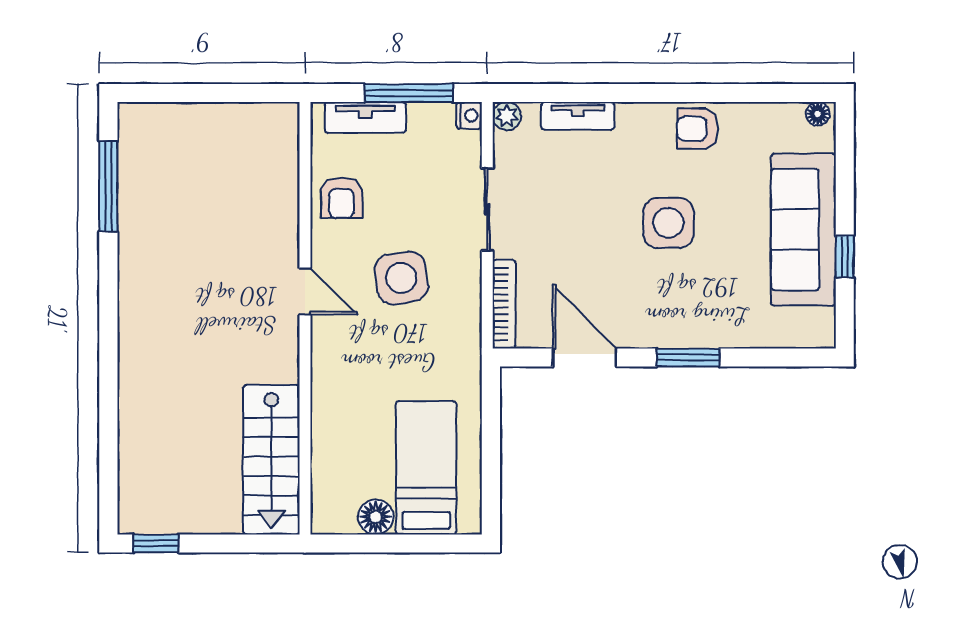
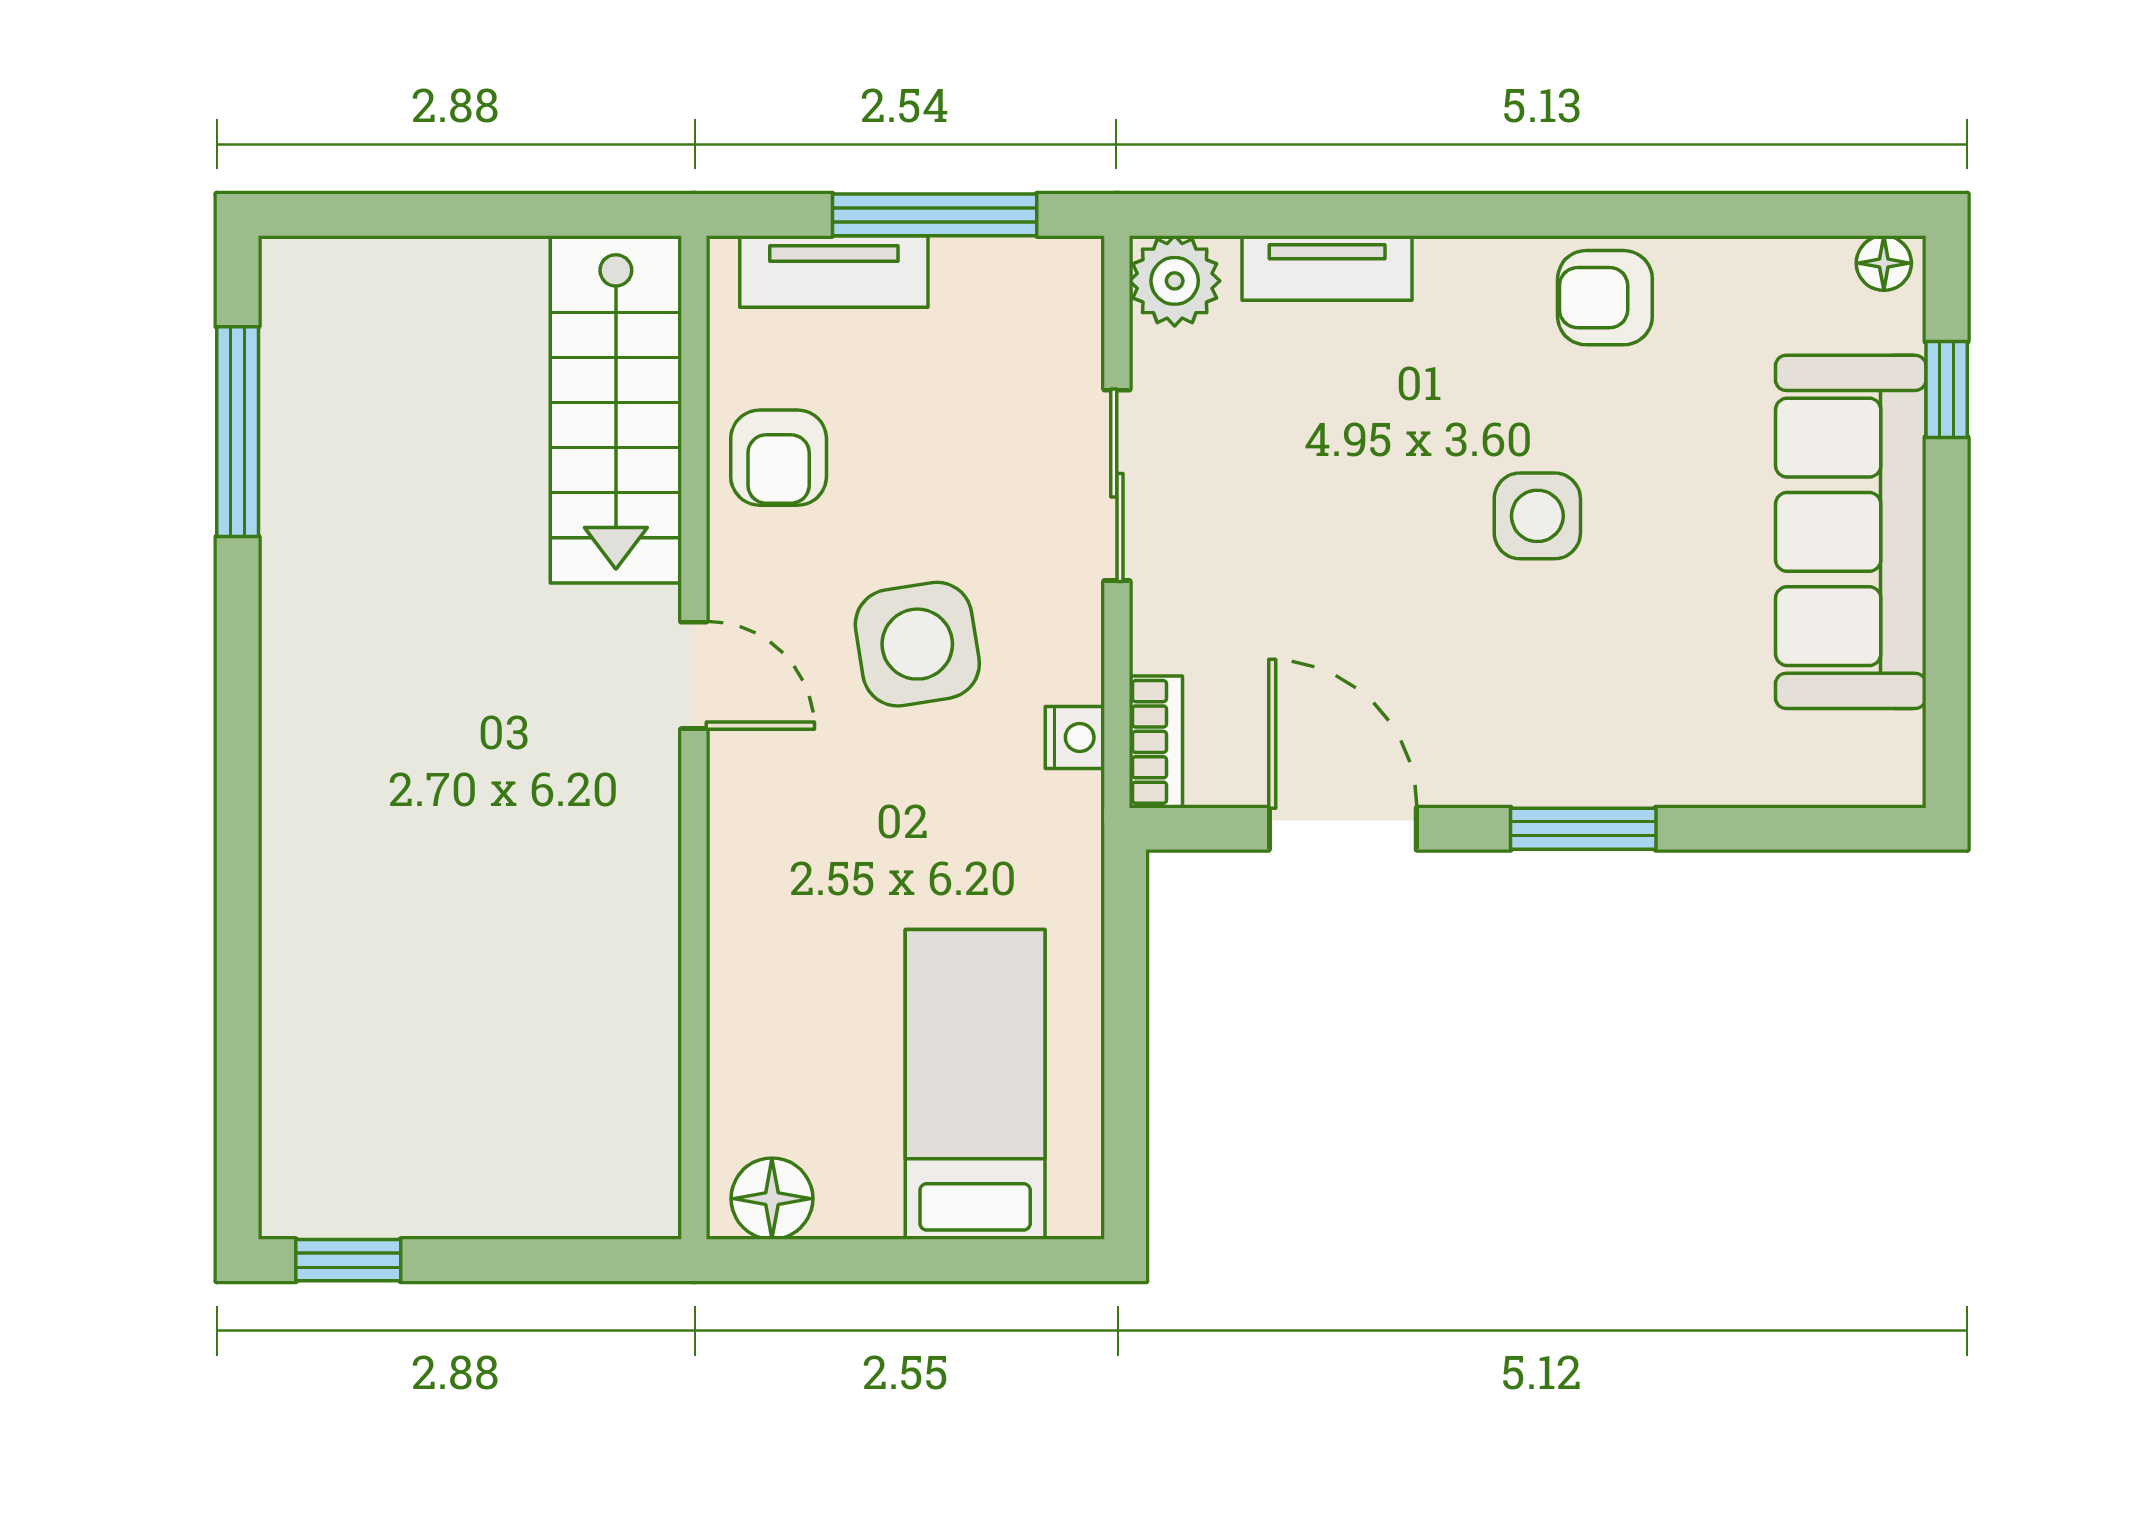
nightstand: (469, 115) -> (1075, 738), moved
plant: (507, 116) -> (1175, 281), width x1.38, depth x1.38
side table: (668, 223) -> (1537, 516), width x0.73, depth x0.73
window: (845, 257) -> (1947, 389), moved
bookcase: (504, 304) -> (1156, 742), width x0.64
stairs: (271, 460) -> (616, 409), moved
floor lamp: (376, 517) -> (772, 1199), moved

